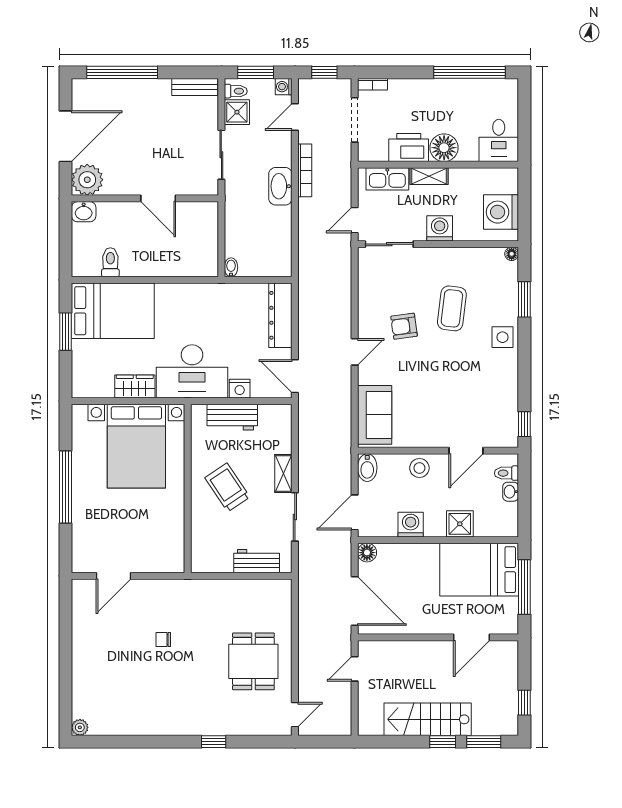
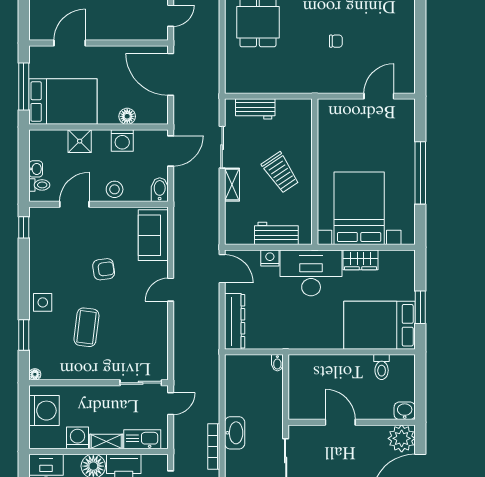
washing machine: (440, 228) -> (78, 438), moved, turned 180
armchair: (404, 326) -> (104, 269), moved
floor lamp: (367, 553) -> (127, 116), moved

